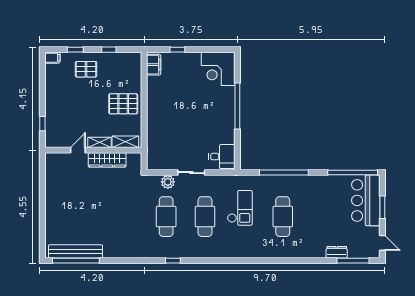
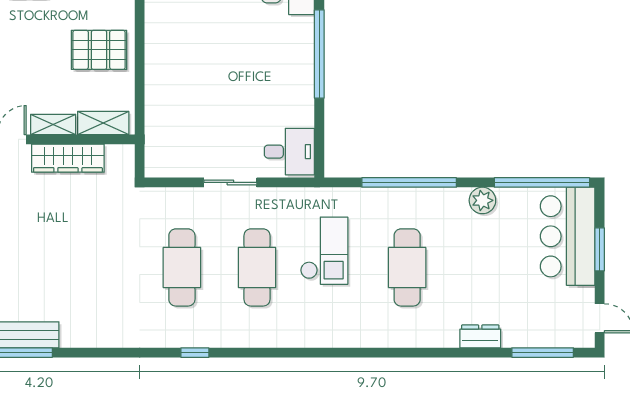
plant: (168, 182) -> (482, 200), moved
dresser: (337, 252) -> (480, 336), moved

